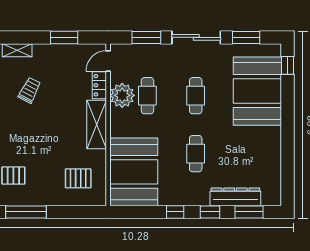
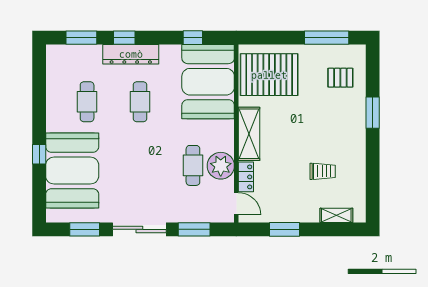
door: (108, 61) -> (236, 204), hinge flipped
window: (288, 65) -> (39, 154), moved
trolley: (30, 90) -> (323, 171), turned -117
cafe table: (196, 96) -> (87, 102), moved
pallet: (78, 178) -> (269, 75), width x2.05, depth x2.00
dresser: (235, 197) -> (131, 54), moved
window: (175, 212) -> (193, 38), moved

